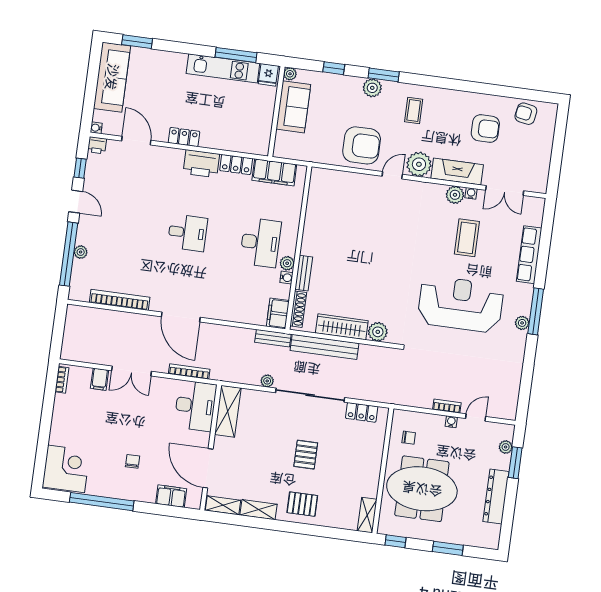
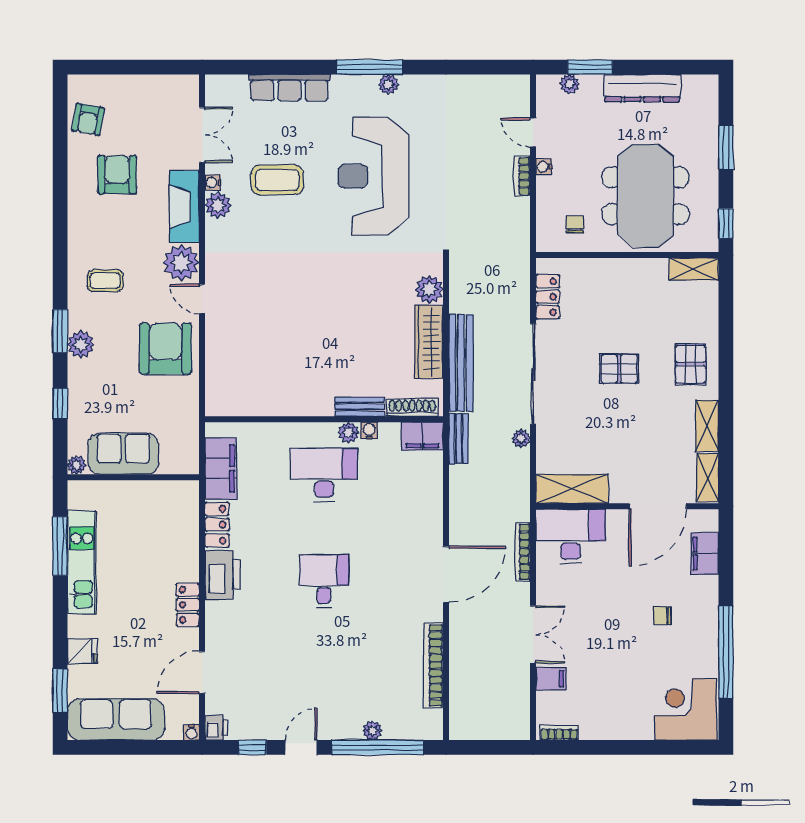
fridge: (268, 75) -> (82, 651), moved

